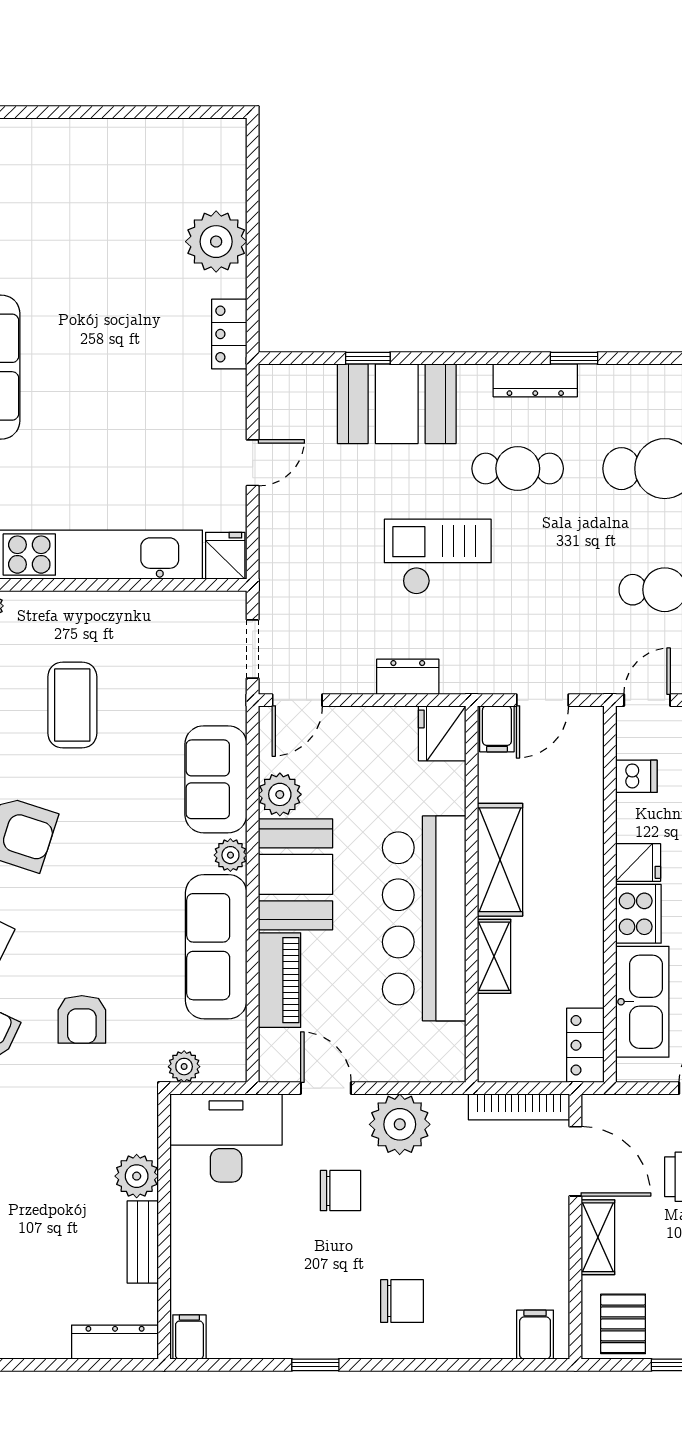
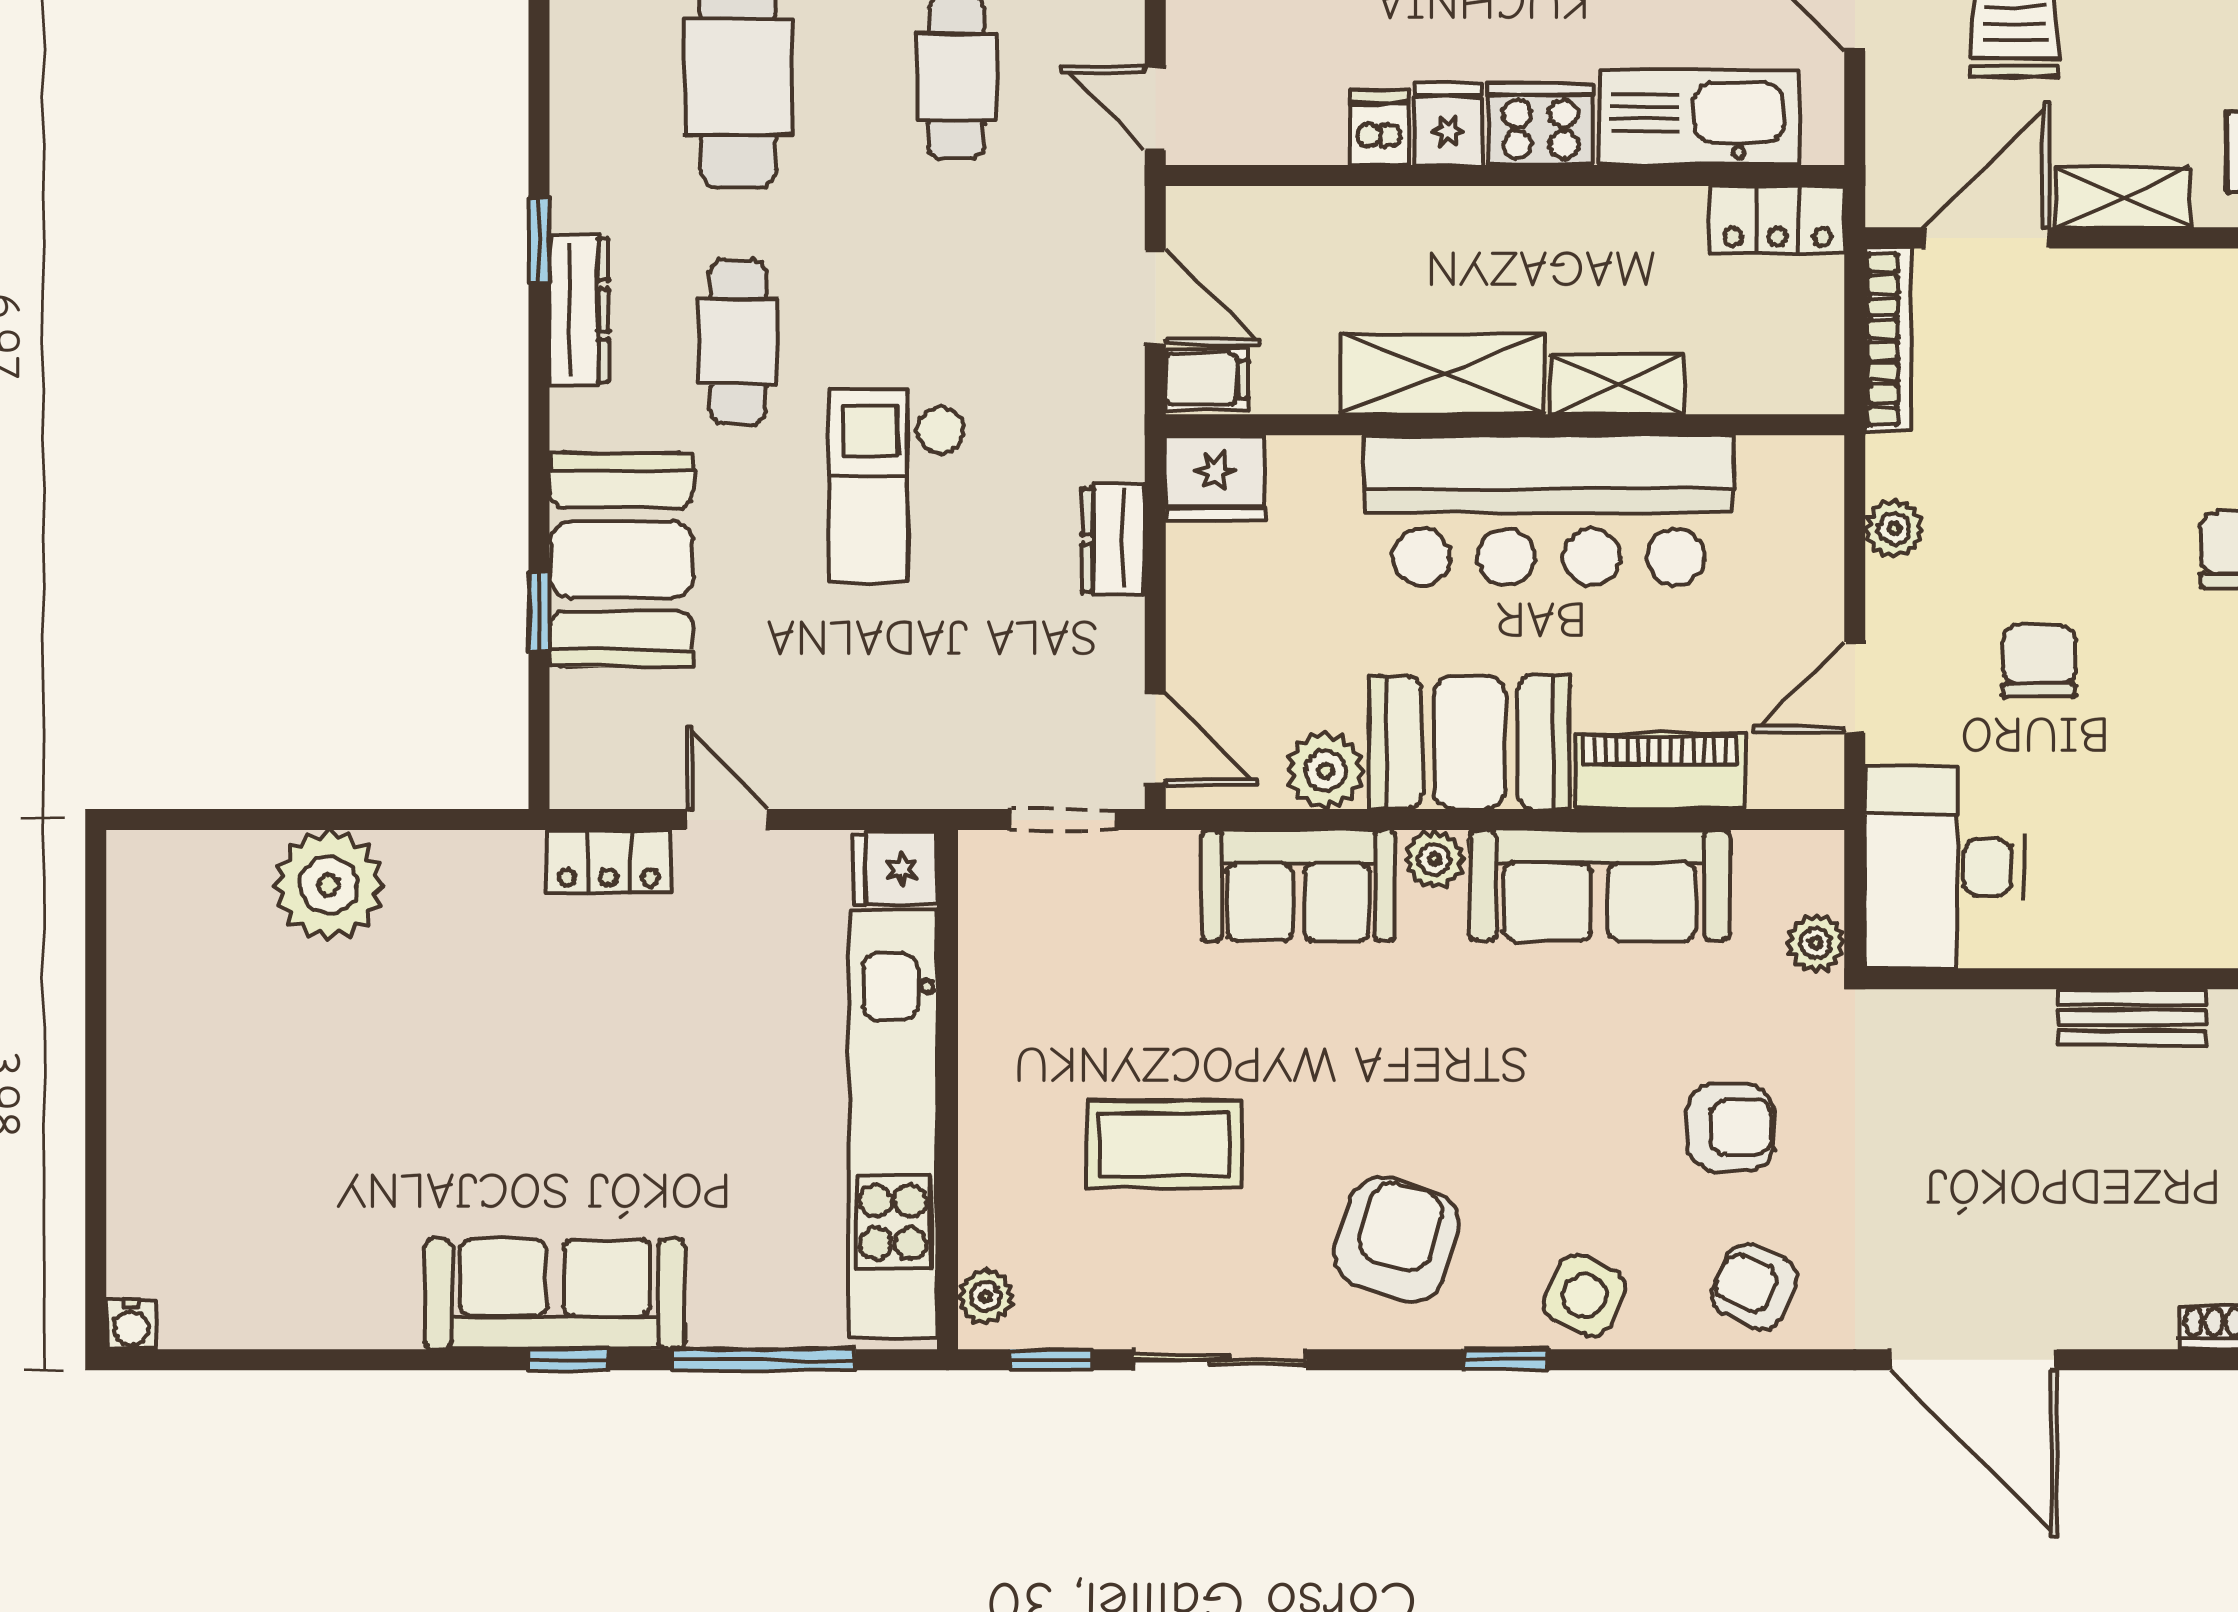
locker: (229, 334) -> (609, 862), moved
dishwasher: (636, 776) -> (1380, 128), moved
plant: (400, 1124) -> (1894, 529), width x0.53, depth x0.53
plant: (137, 1176) -> (2013, 1028), removed

